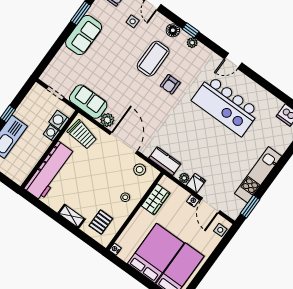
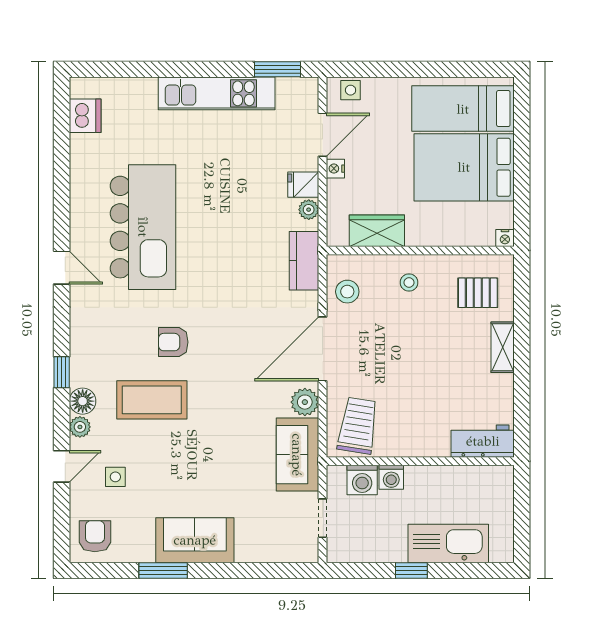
plant: (192, 43) -> (80, 427), moved
armchair: (170, 84) -> (173, 342), turned 180
workbench: (50, 171) -> (483, 441), width x0.53, depth x0.76

